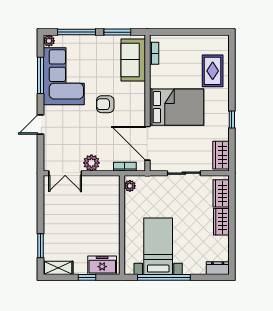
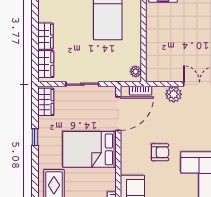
door: (148, 143) -> (118, 114), hinge flipped

